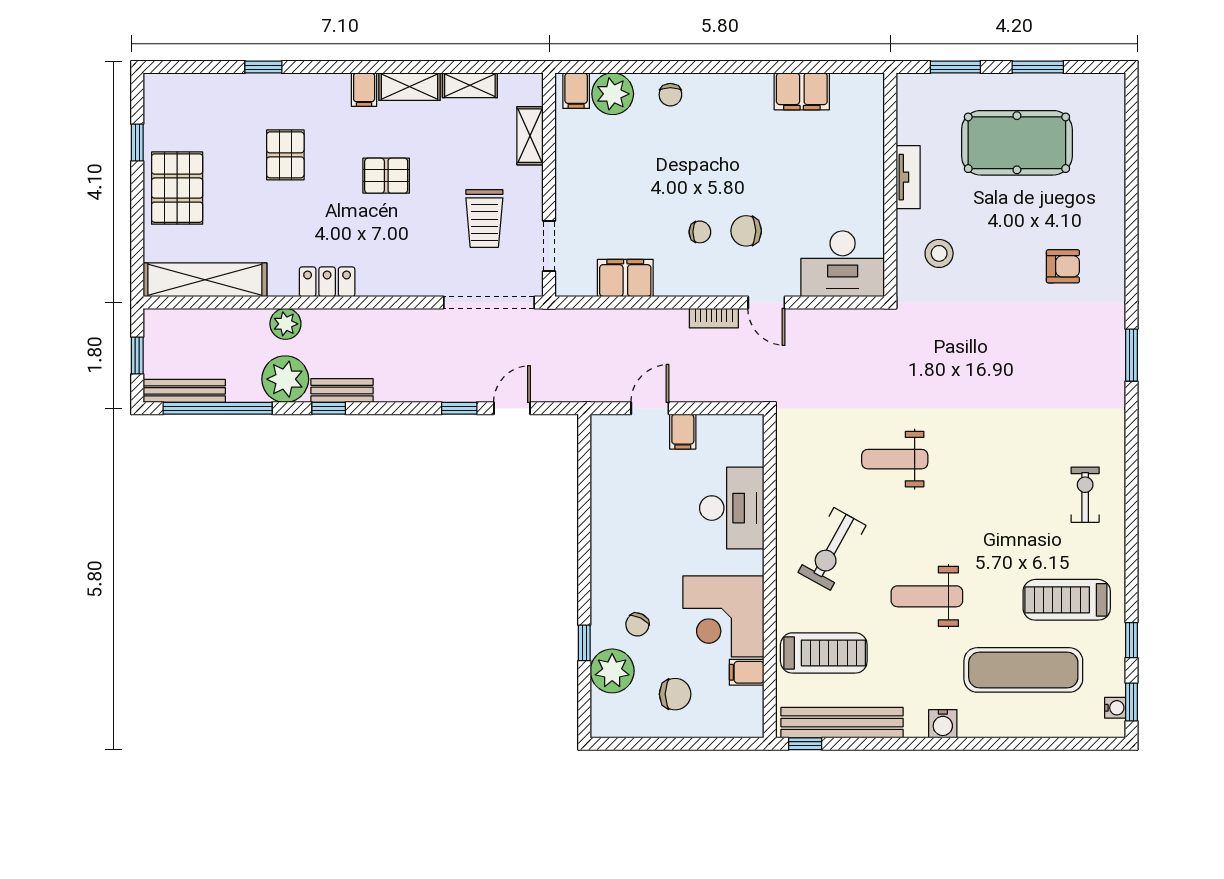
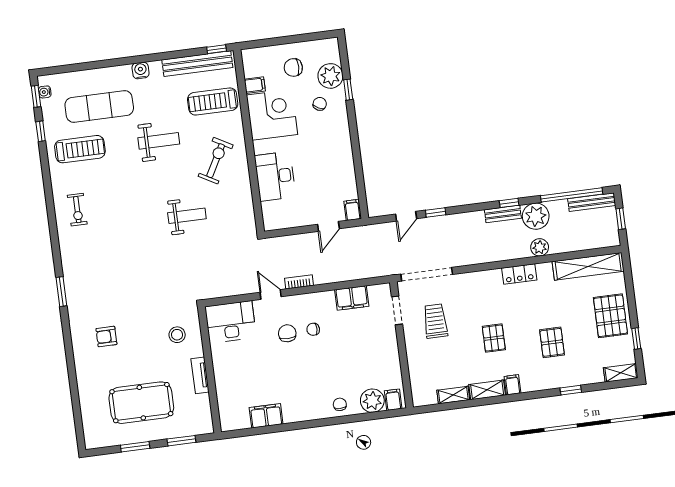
shelving: (530, 136) -> (621, 373), moved, turned 90
pallet: (386, 176) -> (494, 338), turned 90
chair: (746, 231) -> (287, 333), turned -90
filing cabinet: (683, 432) -> (352, 210), moved

